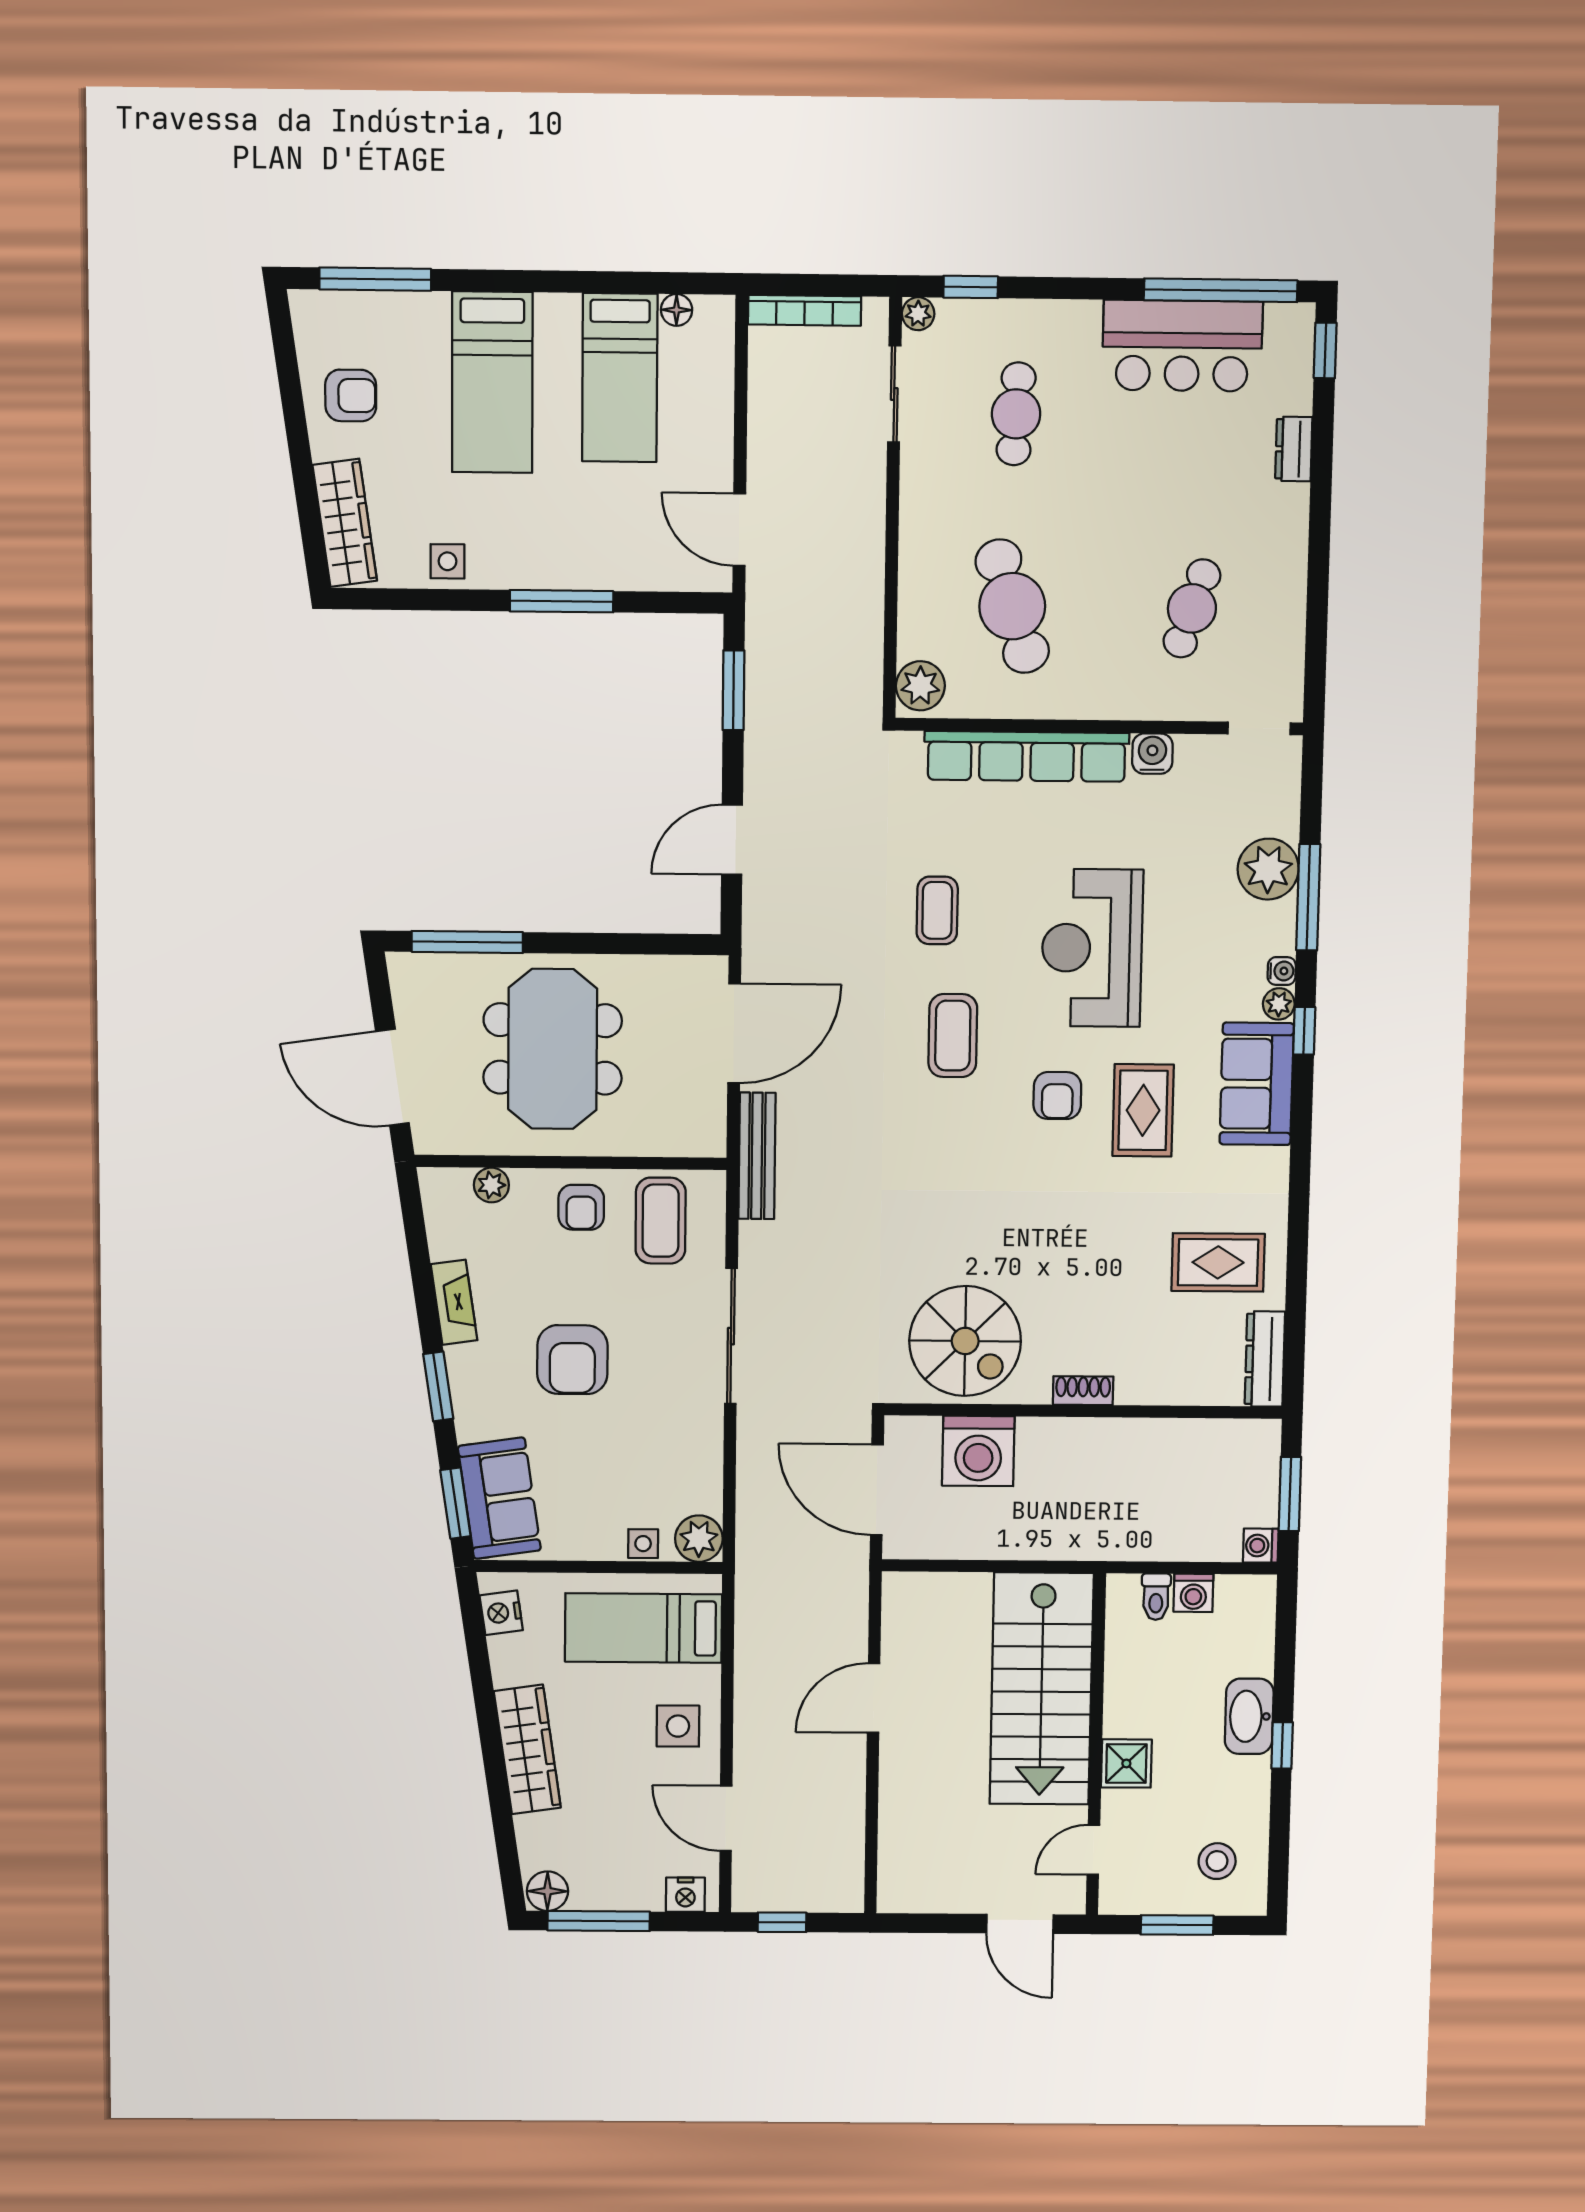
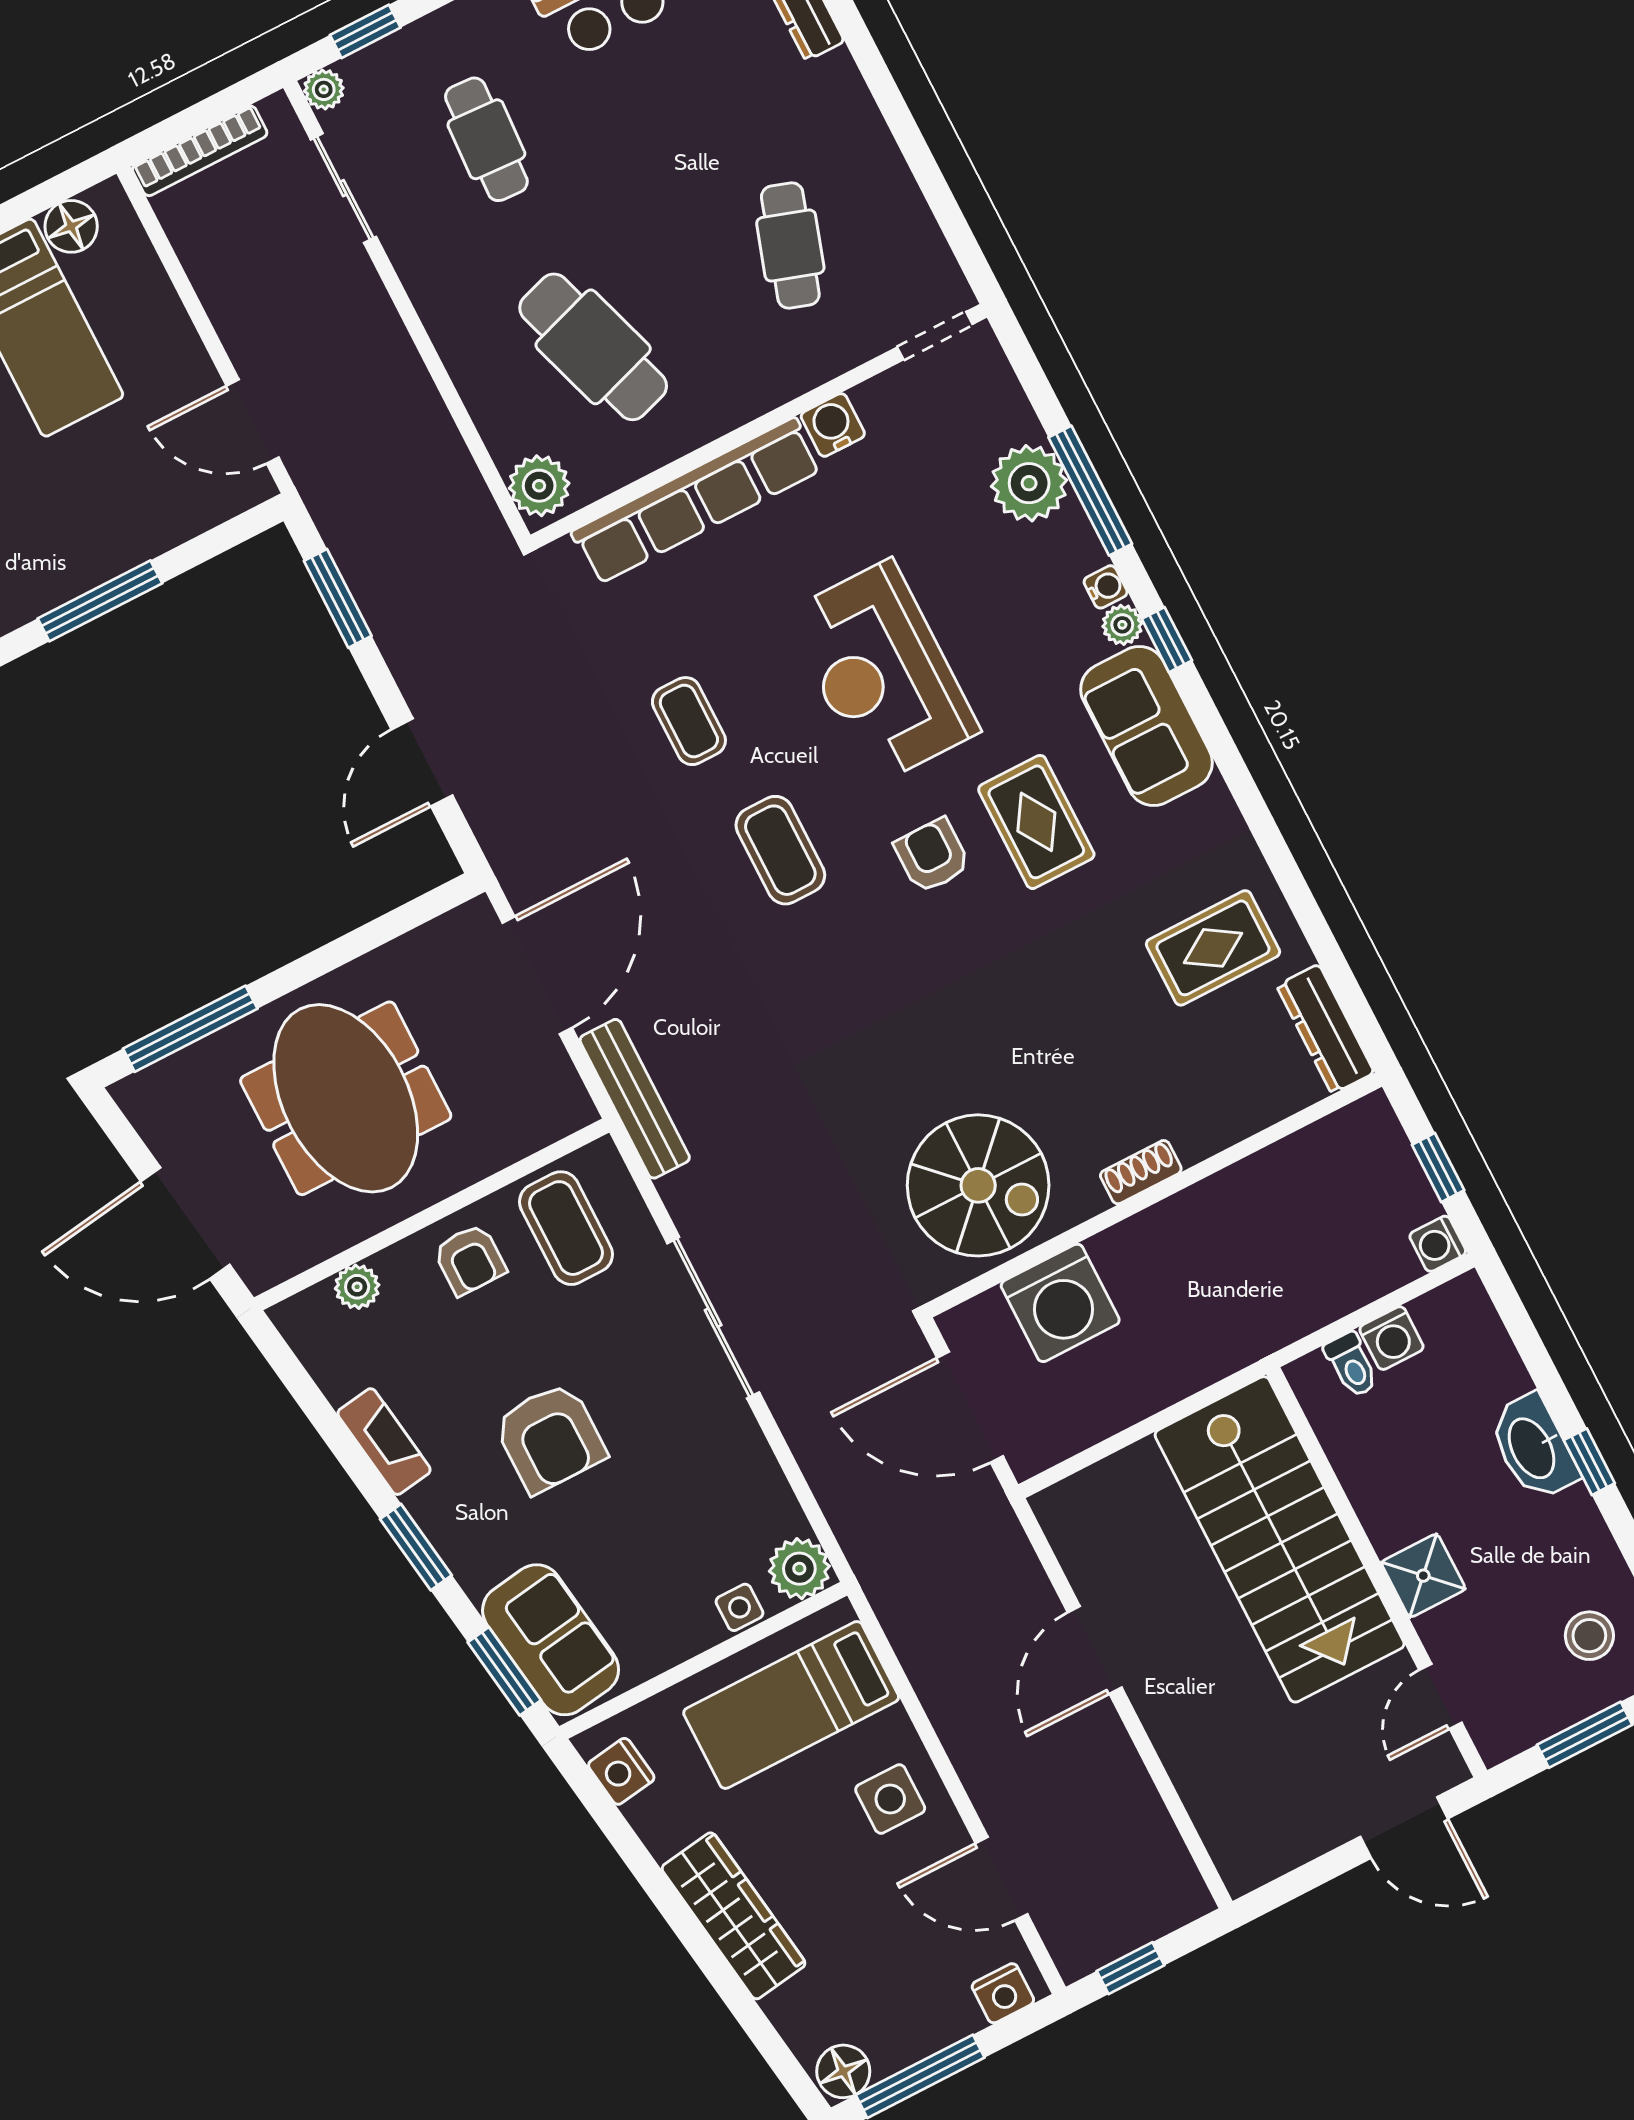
floor lamp: (677, 310) -> (71, 226), width x1.37, depth x1.37
armchair: (1057, 1096) -> (932, 856), turned 180
window: (1290, 1494) -> (1438, 1167), width x0.67

